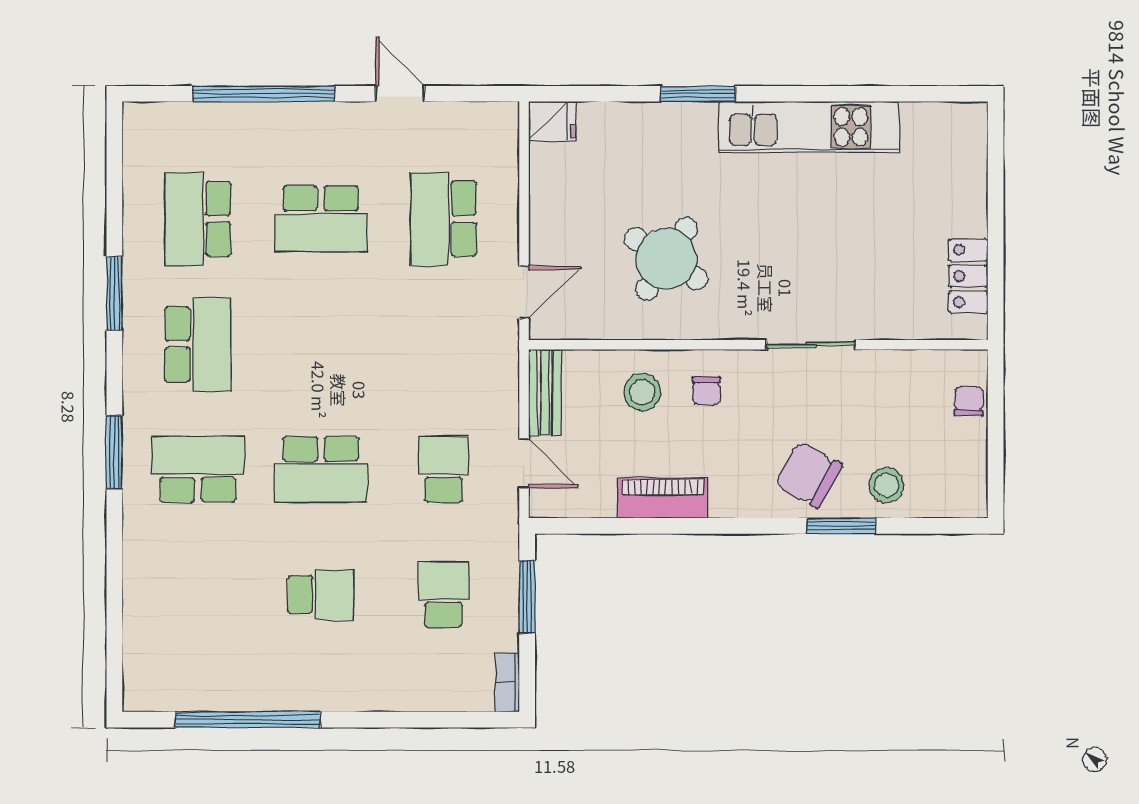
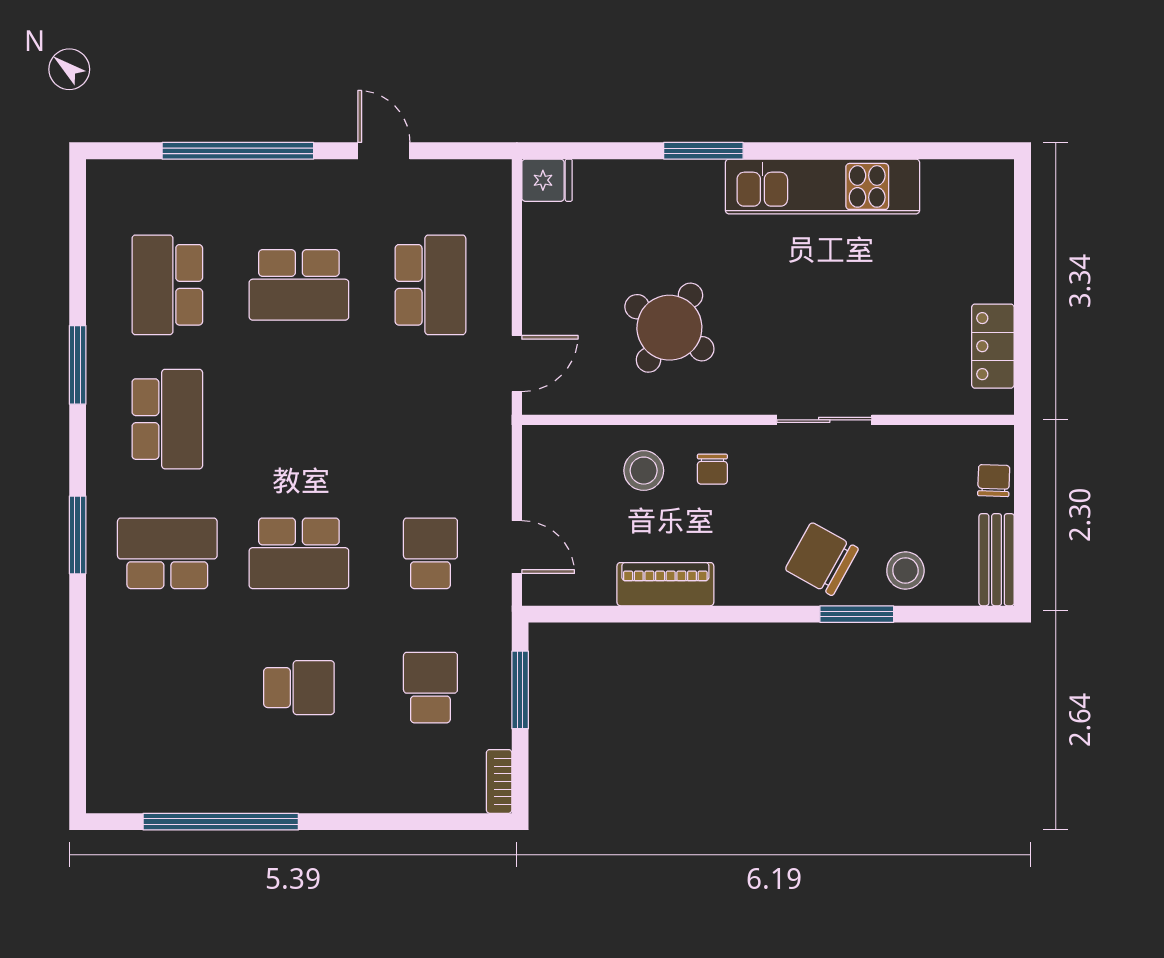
school desk: (443, 219) -> (430, 285), turned 180
bench: (545, 392) -> (997, 560), moved

